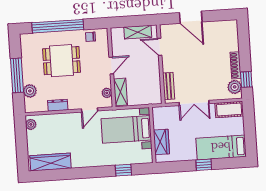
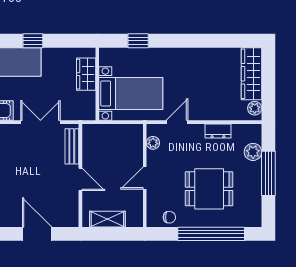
door: (160, 47) -> (80, 179), moved
shelving: (120, 92) -> (135, 143), removed
wardrobe: (50, 162) -> (252, 74), moved, turned 90

